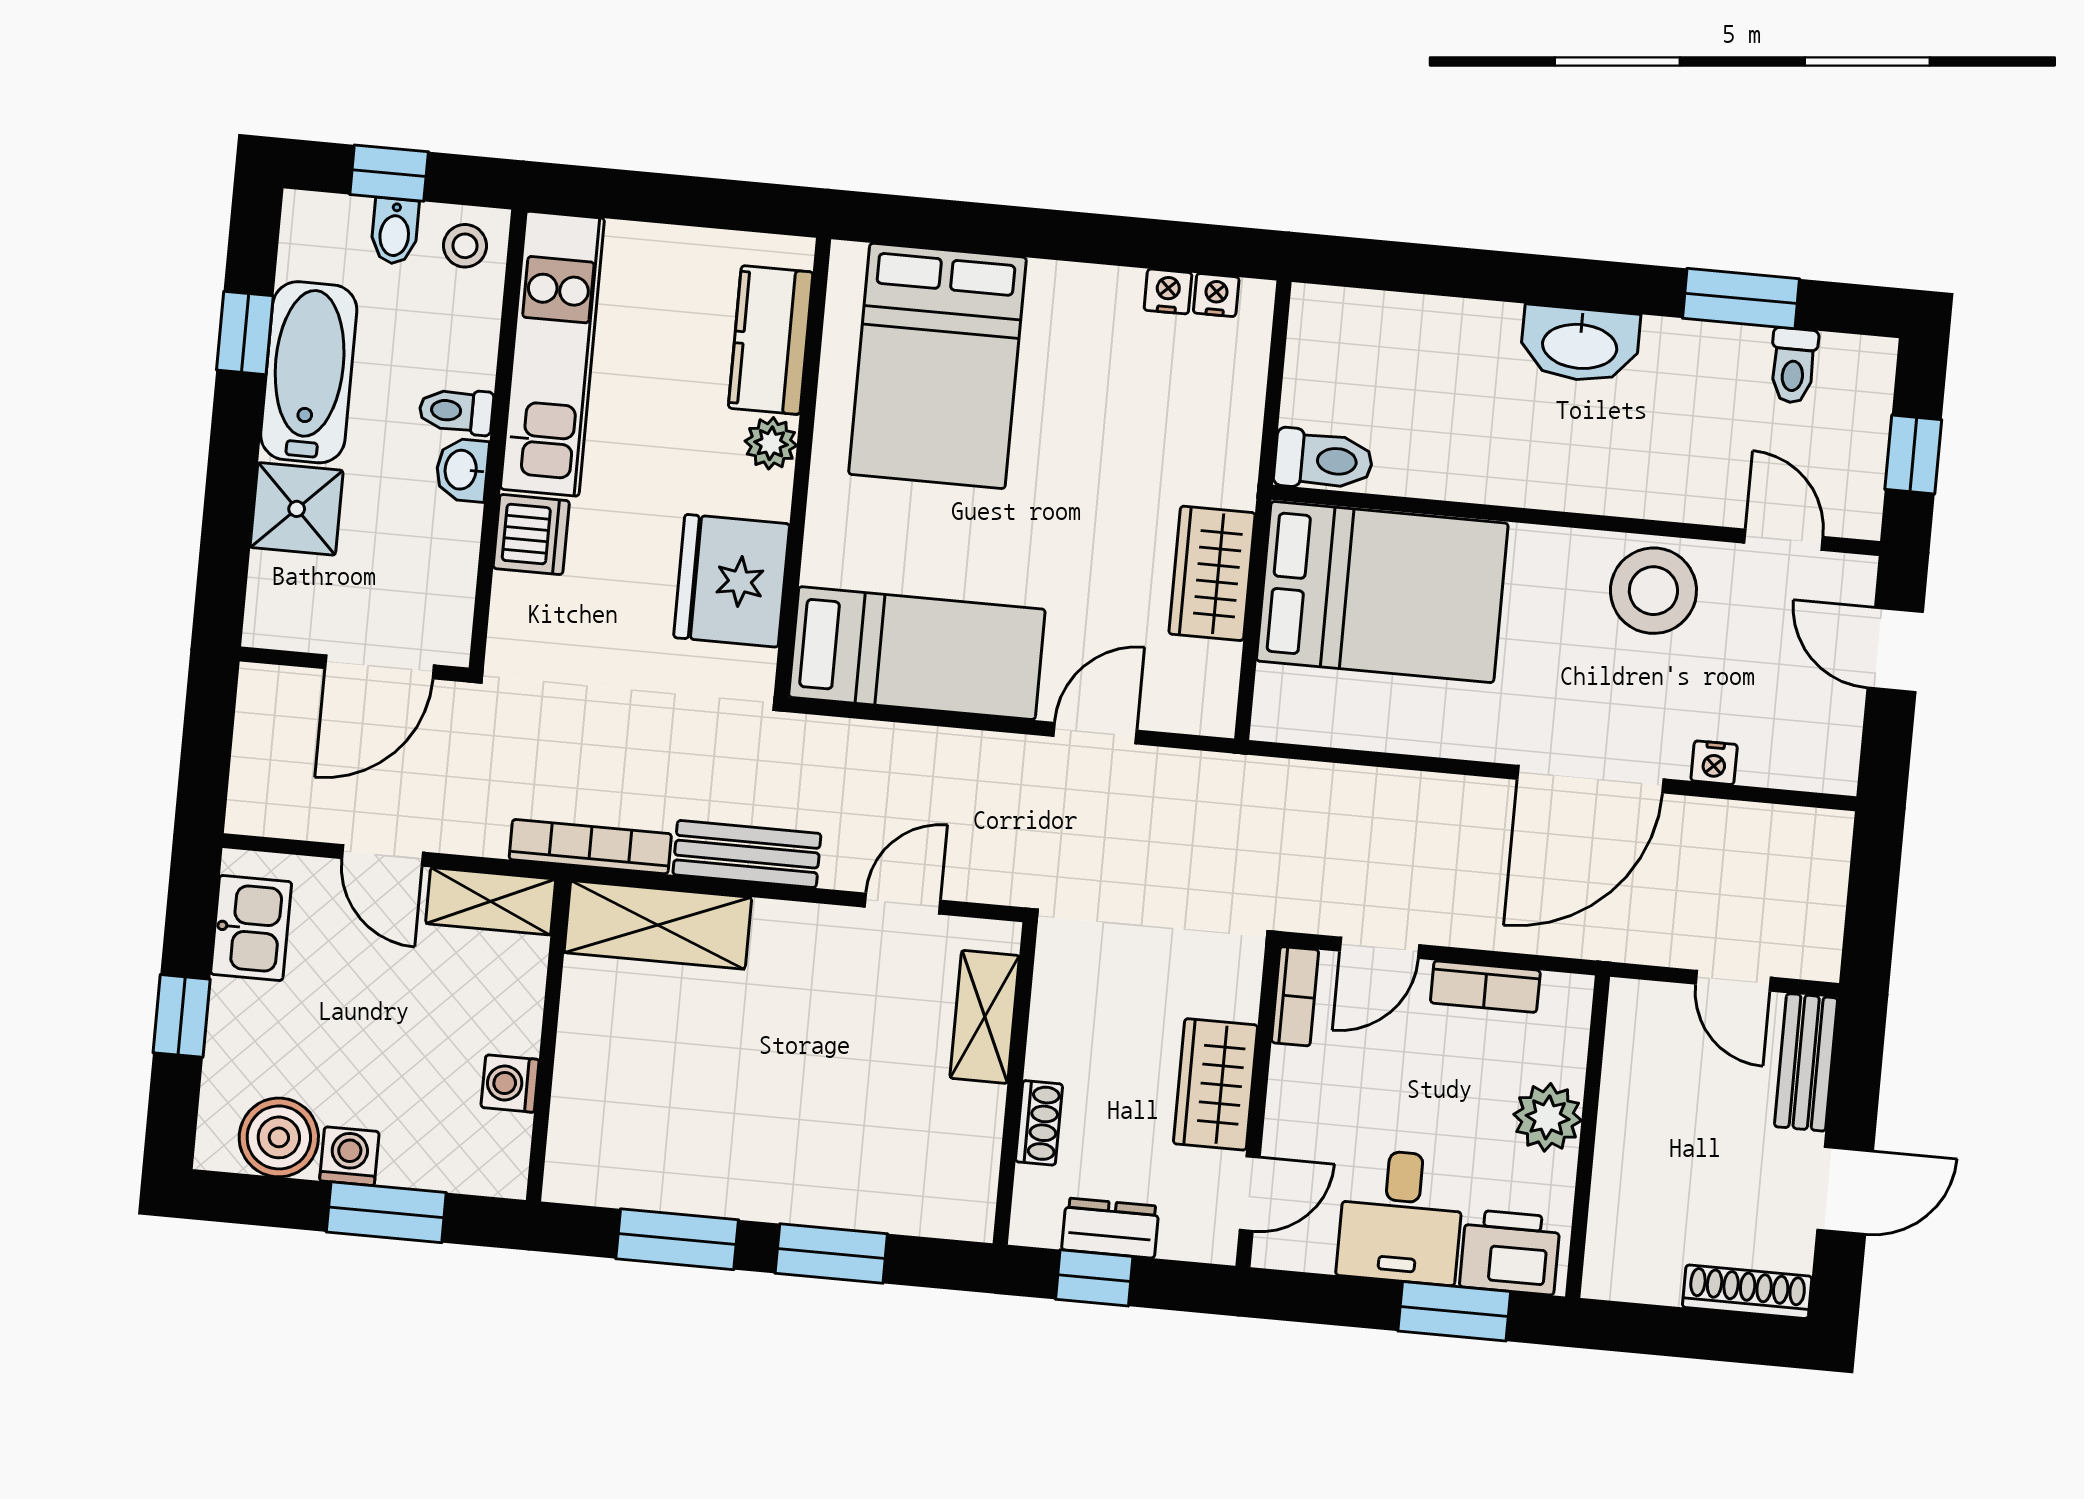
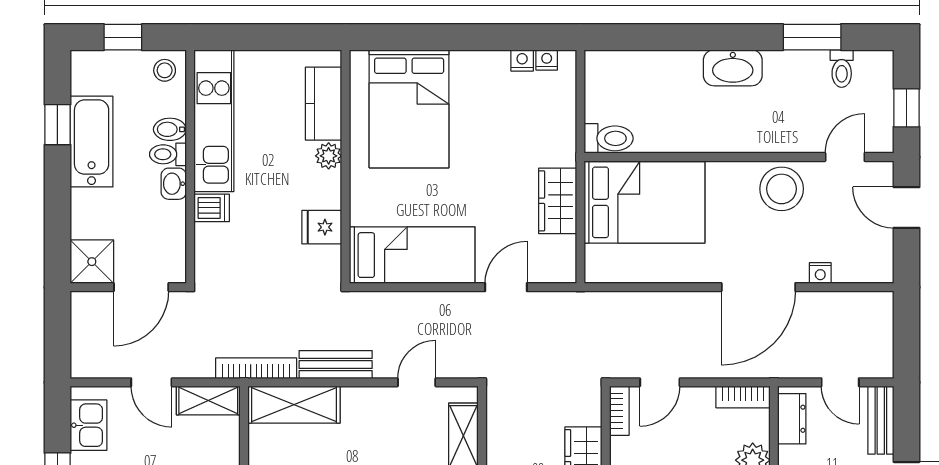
bidet: (395, 231) -> (170, 129), moved, turned 90
shower: (297, 509) -> (92, 262), moved
dishwasher: (531, 535) -> (212, 208), width x0.73
door: (1784, 540) -> (845, 157), hinge flipped
fridge: (732, 581) -> (322, 227), width x0.53, depth x0.75
bookcase: (1485, 987) -> (743, 397), moved
dresser: (1632, 1043) -> (792, 419), added

